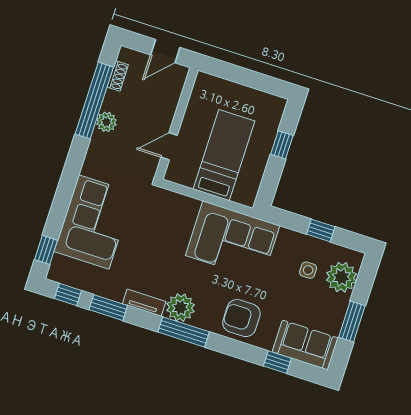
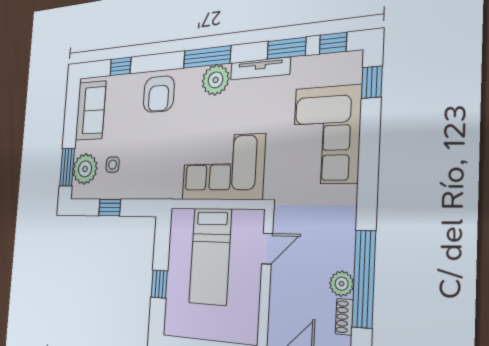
plant: (106, 122) -> (342, 284), moved
corner sofa: (233, 241) -> (223, 167), moved
tv unit: (144, 303) -> (260, 69), width x1.41
armchair: (241, 318) -> (159, 94), turned 90
window: (352, 322) -> (67, 167), moved
sofa: (305, 345) -> (91, 111), moved, turned -90

